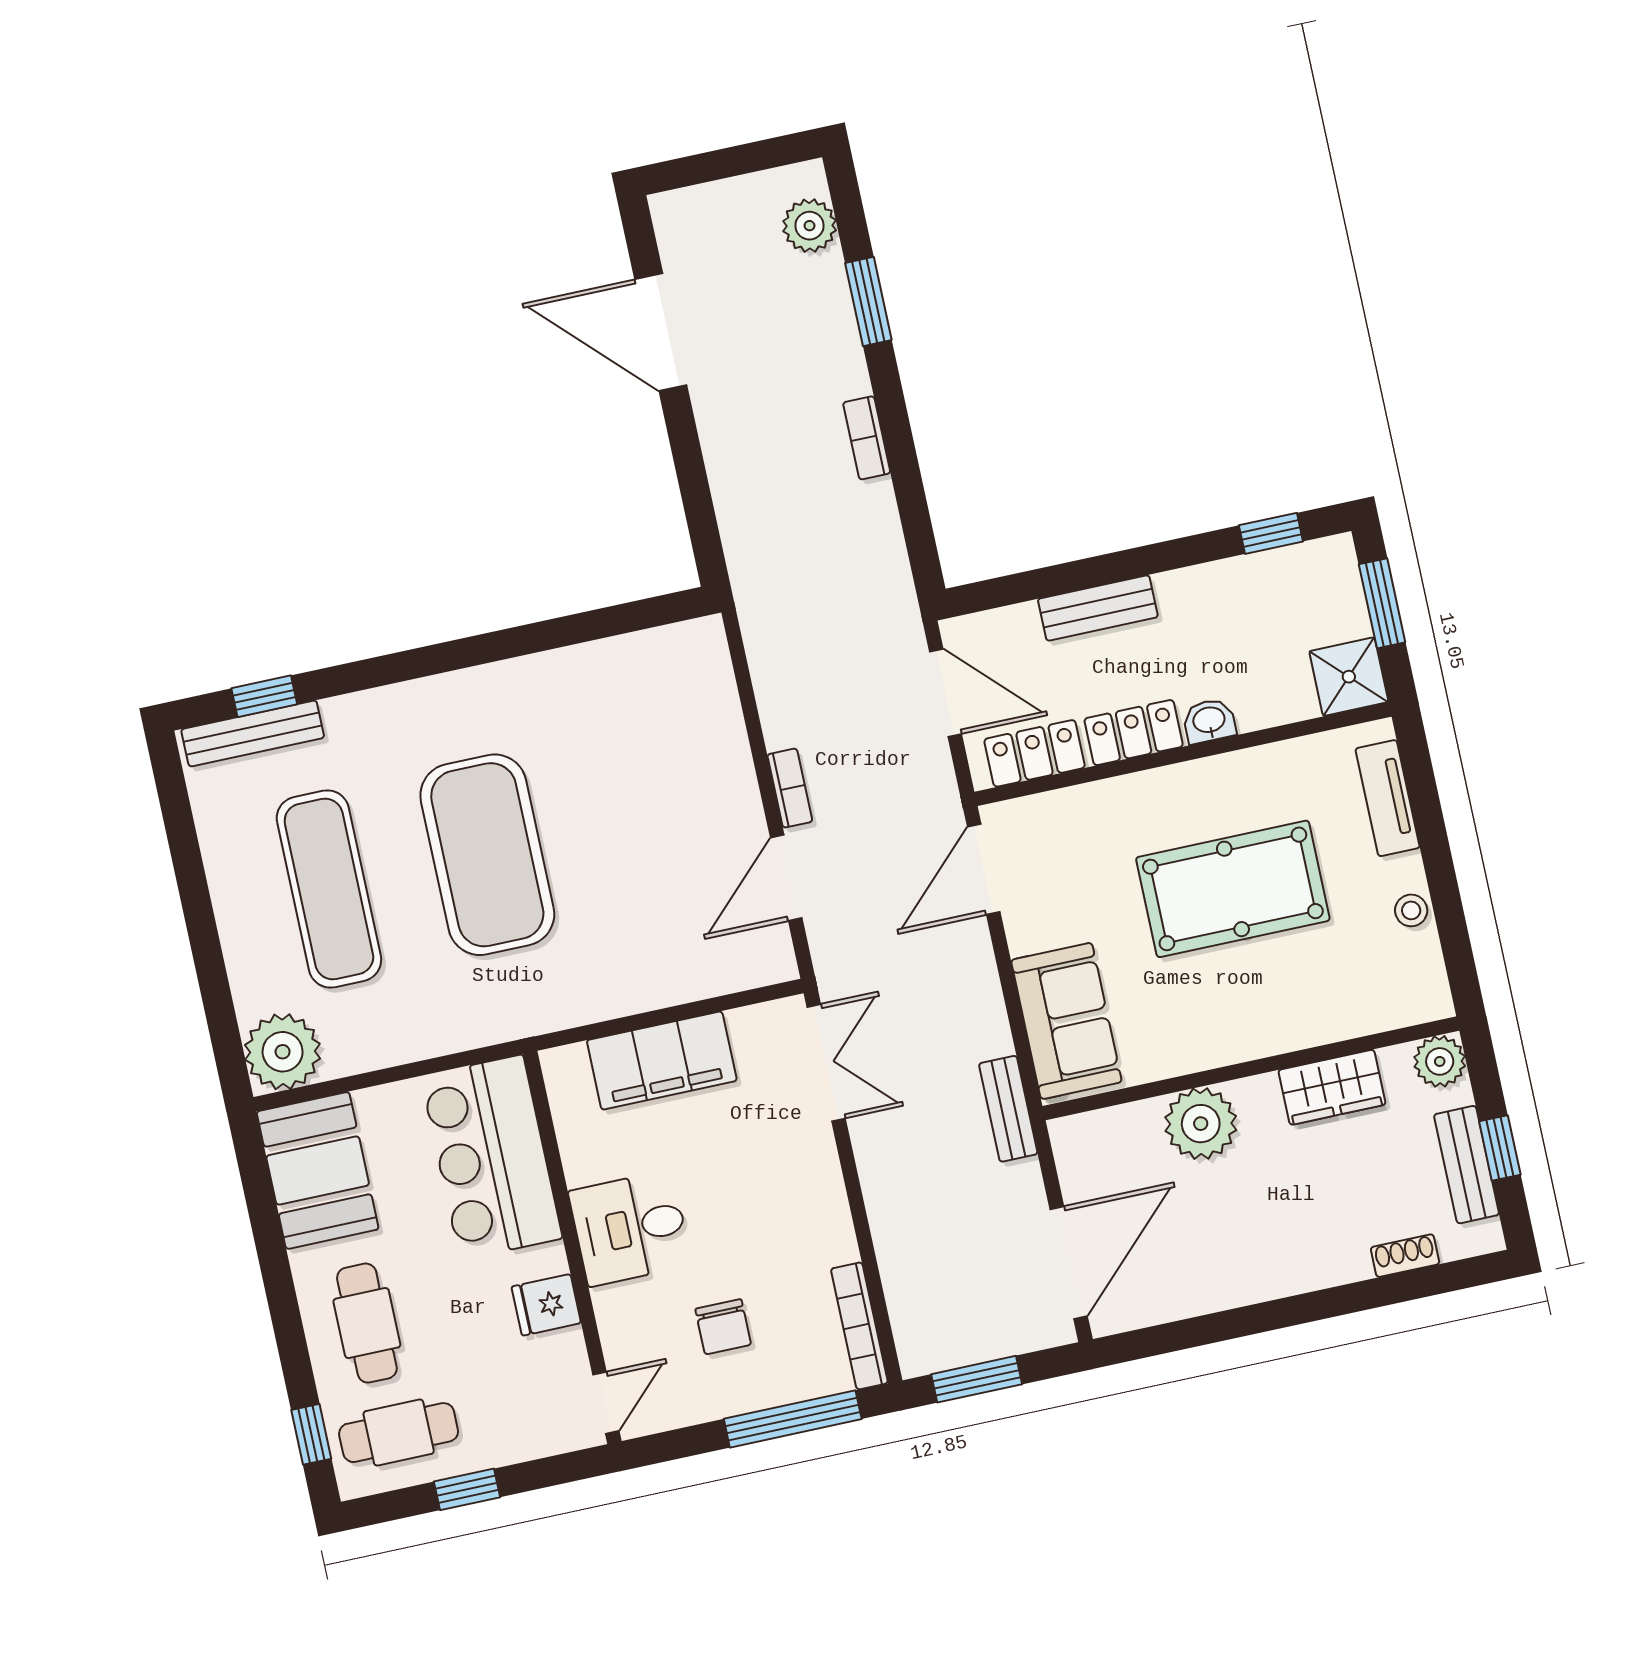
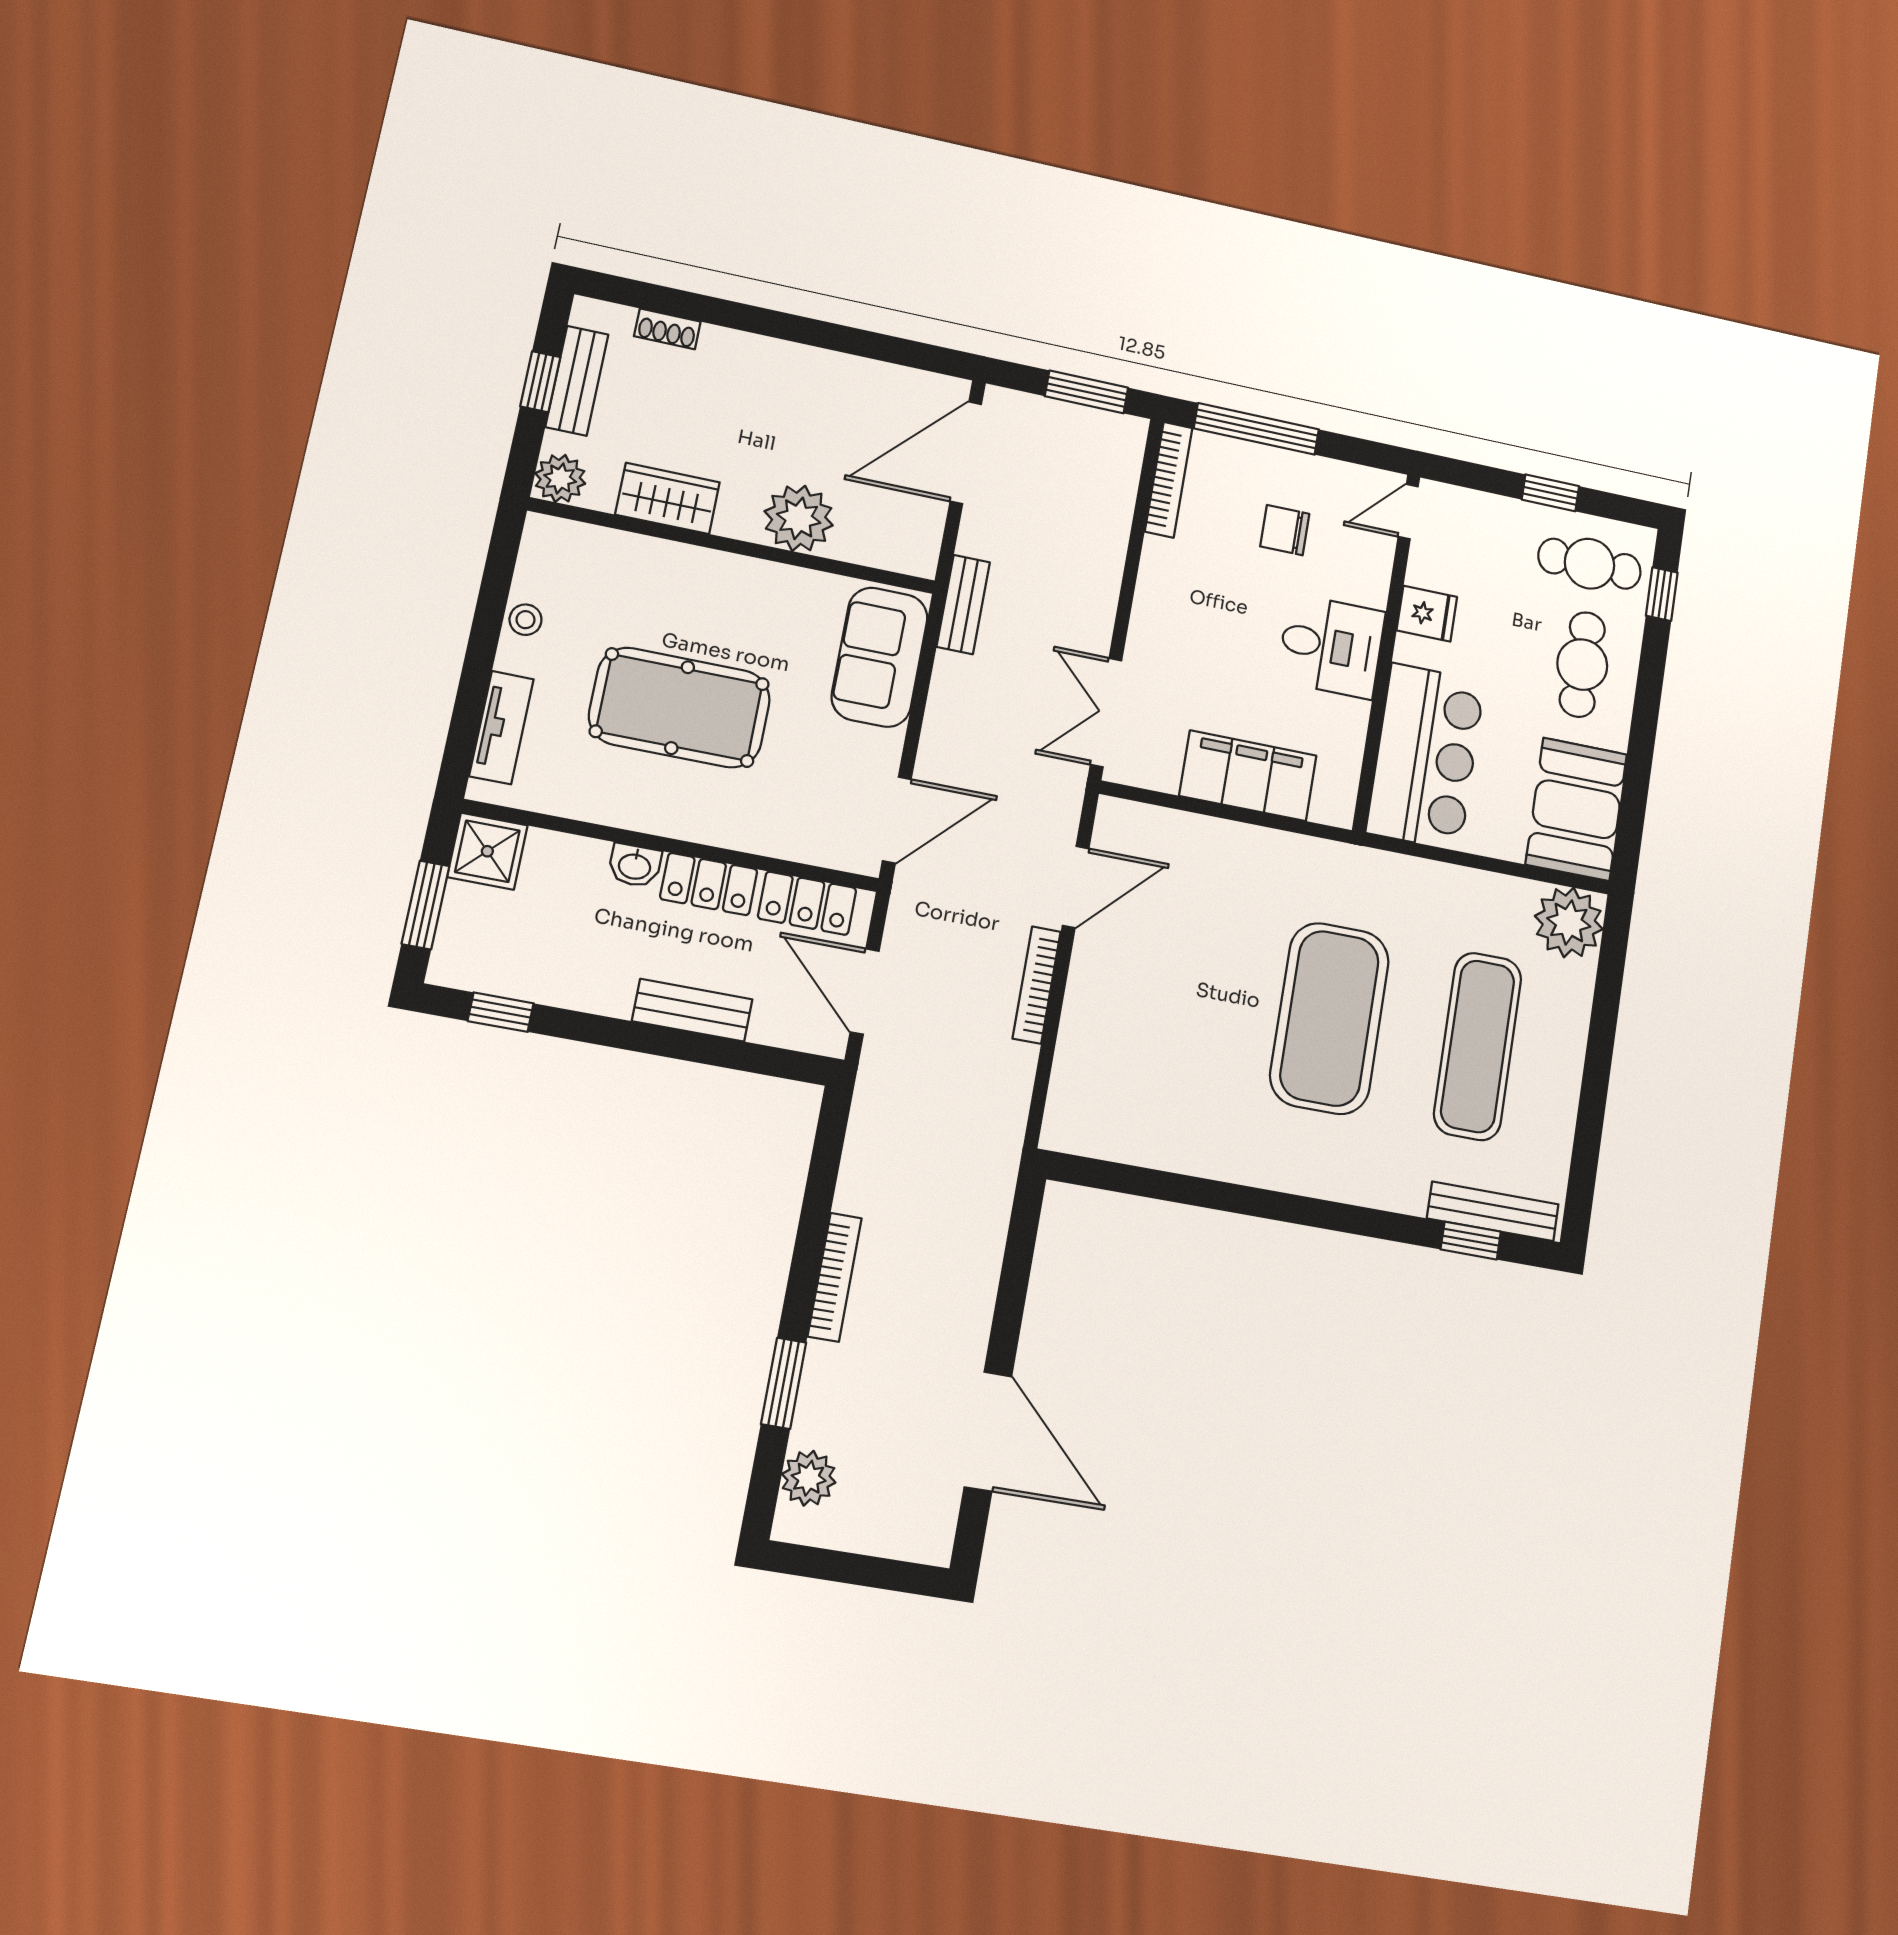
bookcase: (867, 438) -> (835, 1277), width x1.56
bookcase: (790, 788) -> (1037, 985), width x1.56
chair: (723, 1327) -> (1285, 530), turned -90

